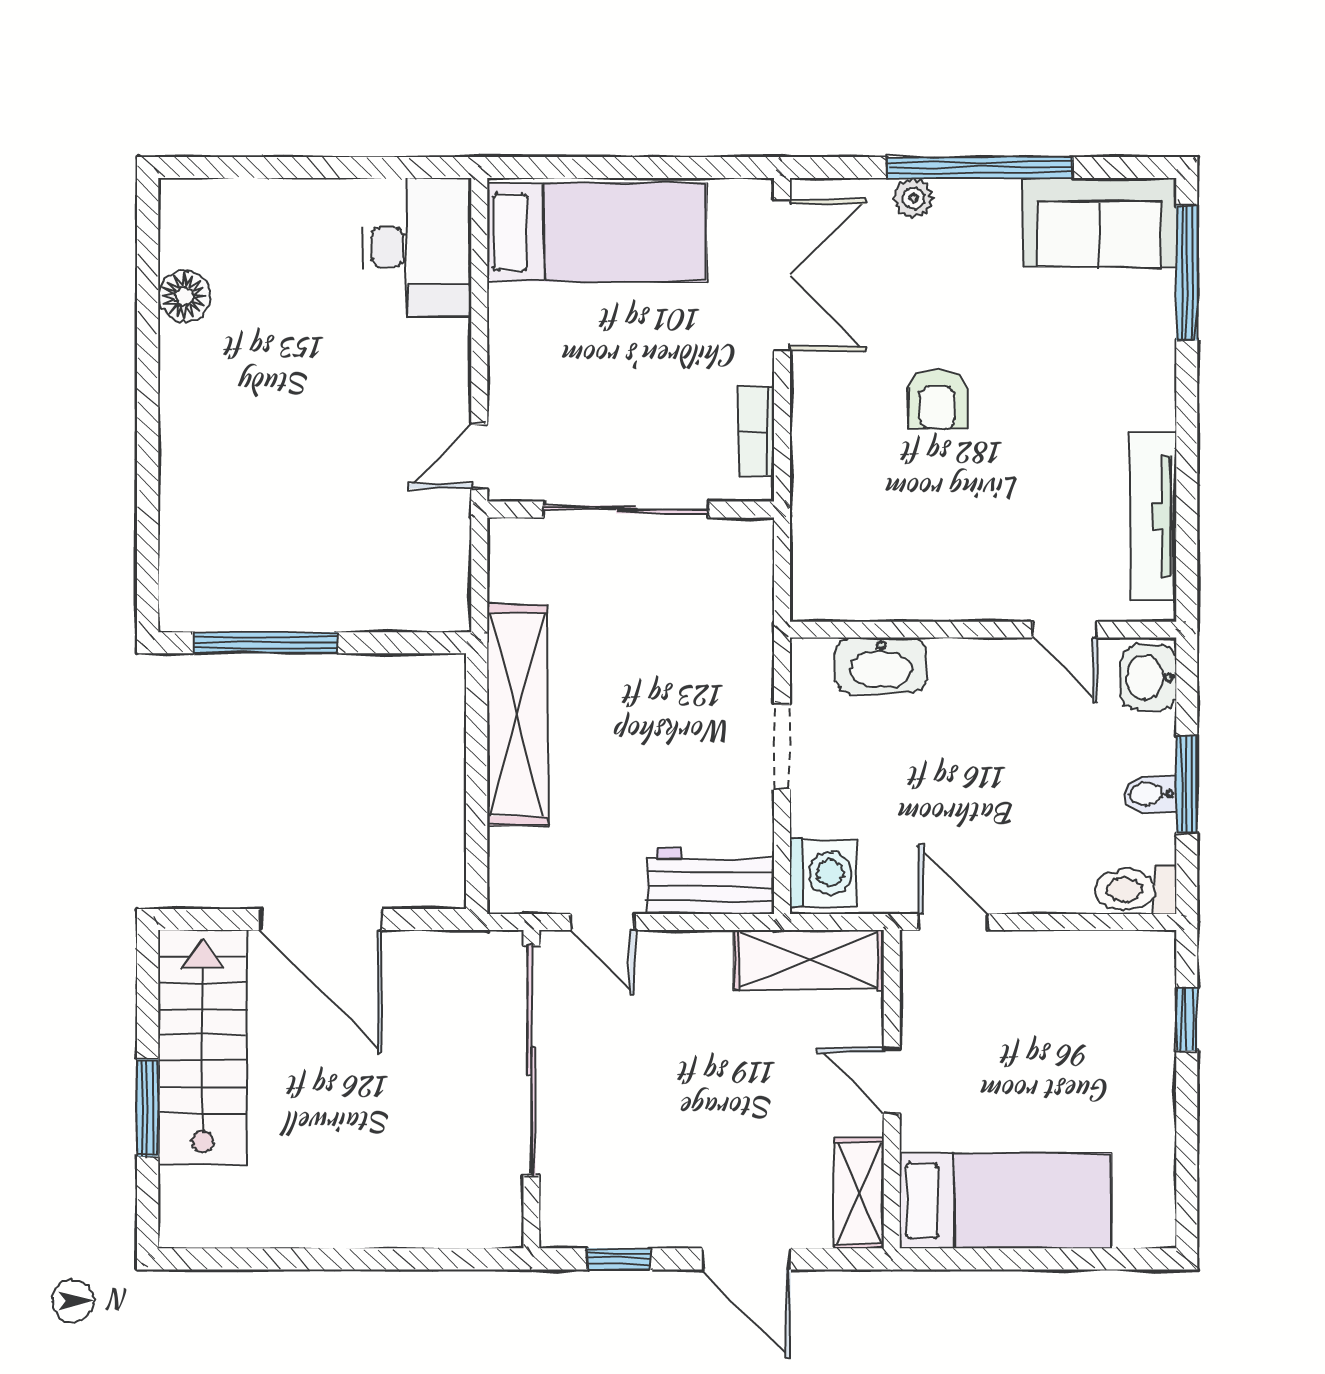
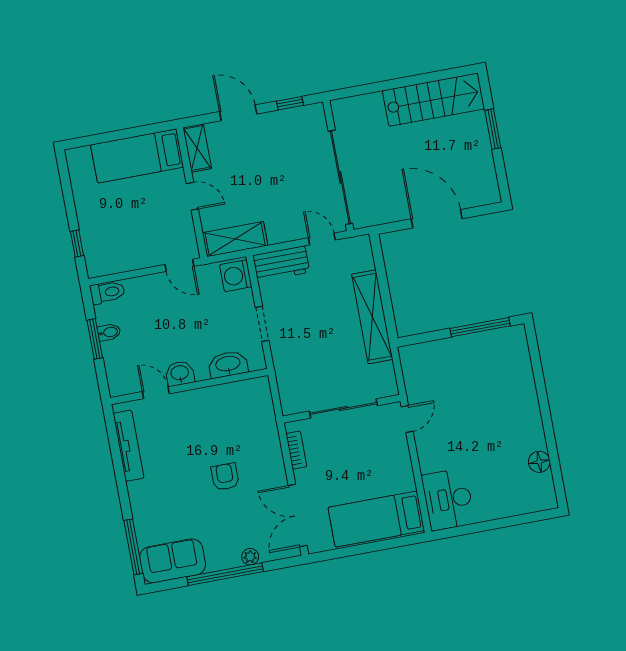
washbasin: (1149, 677) -> (180, 373), moved, turned -90
stairs: (202, 1048) -> (434, 100), moved, turned -90

